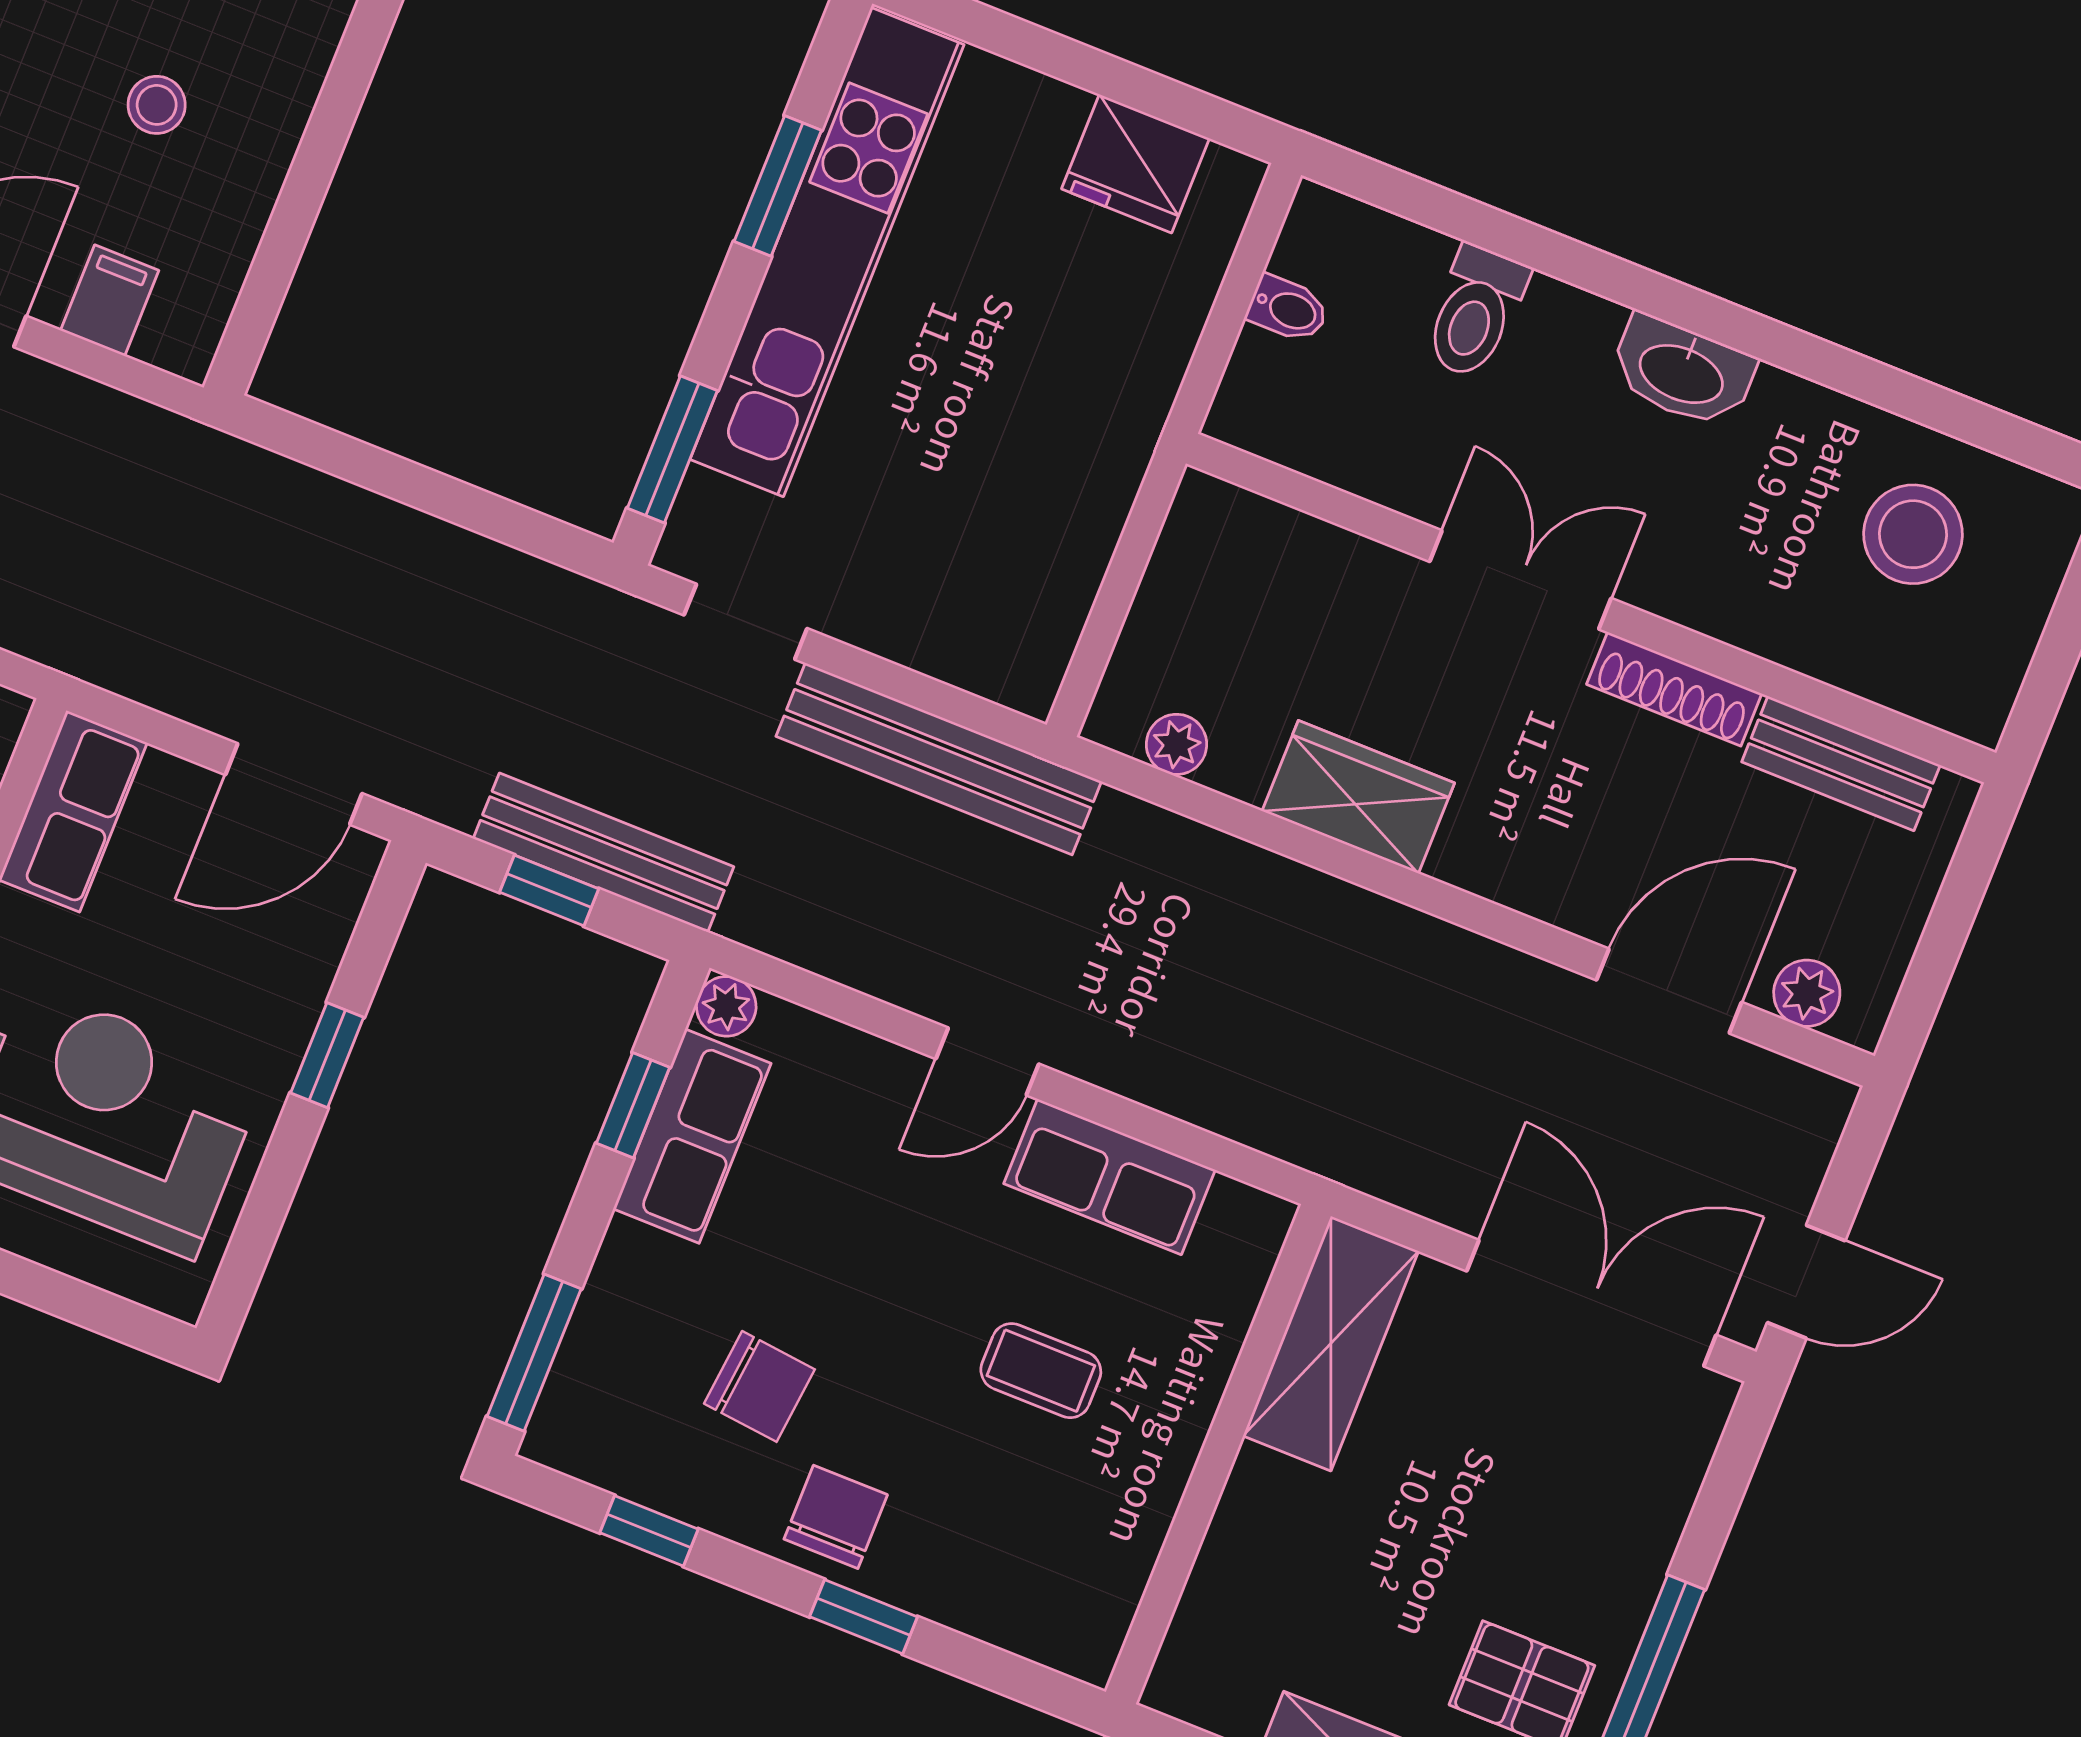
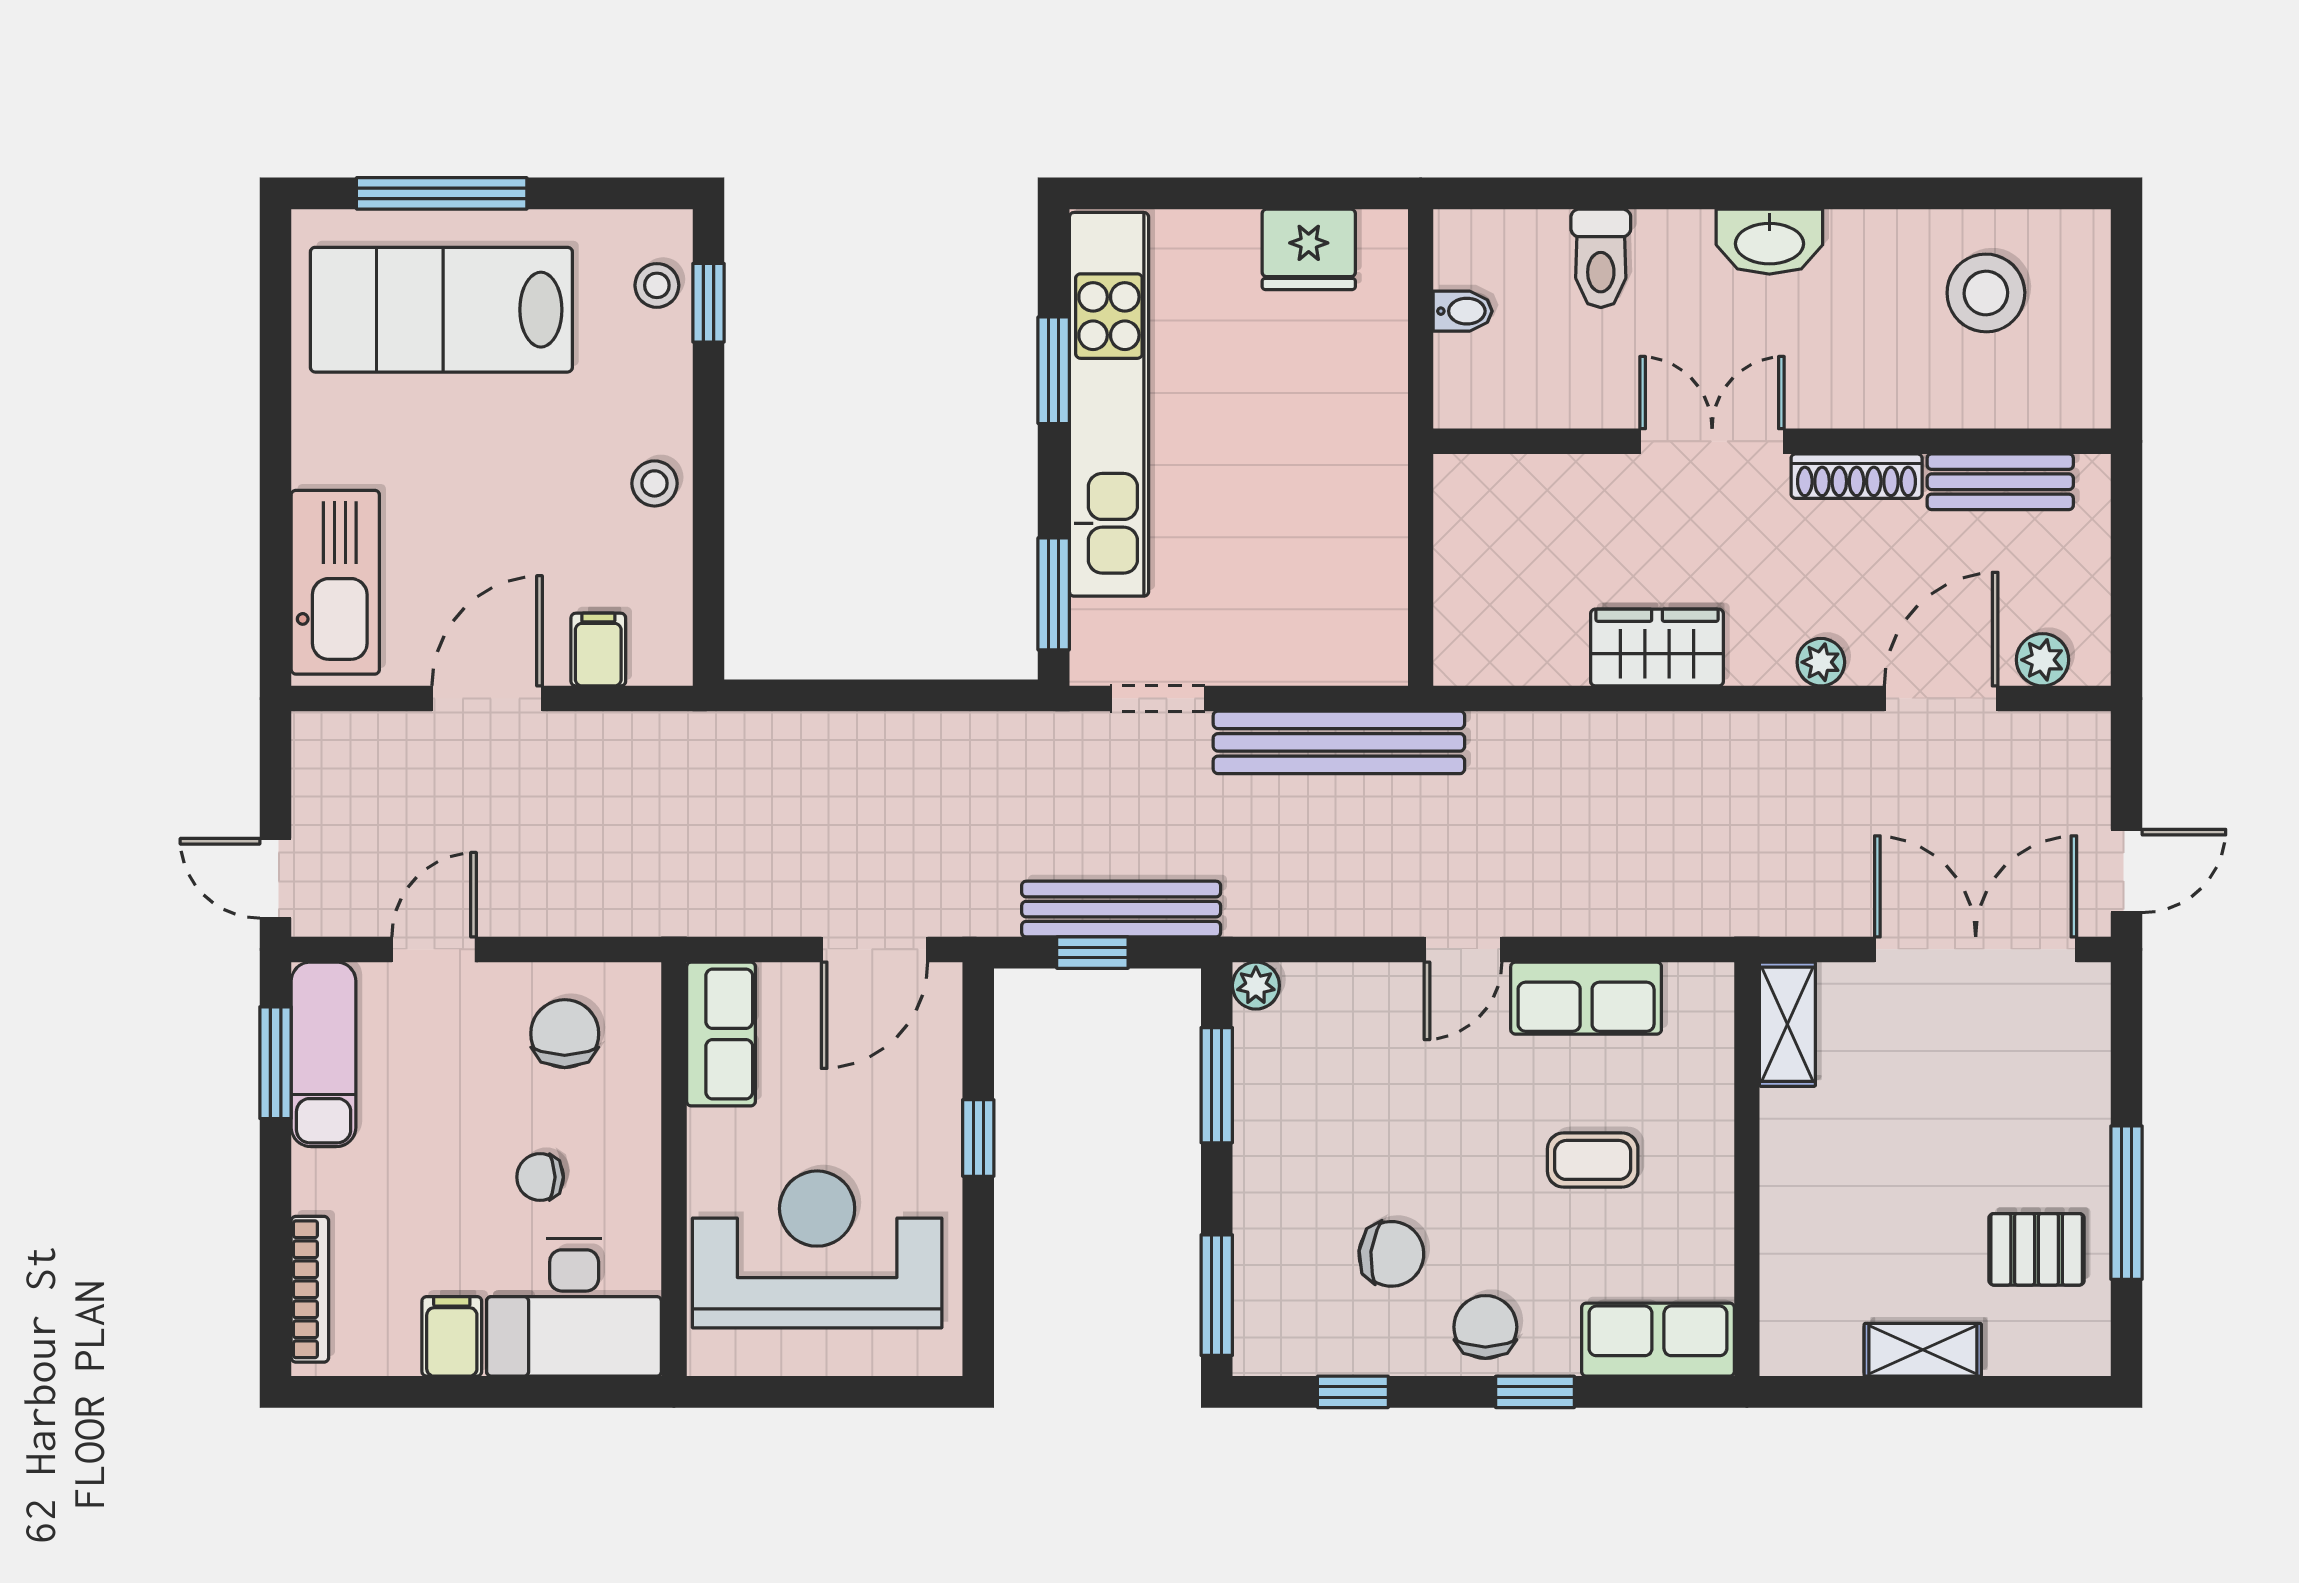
stool: (157, 105) -> (655, 483), moved
plant: (1177, 744) -> (1821, 662), moved
window: (633, 1105) -> (1217, 1085), width x1.50
row of seats: (692, 1136) -> (1658, 1340), moved, turned -90
shelving: (1331, 1344) -> (1787, 1024), width x0.67, depth x0.75

